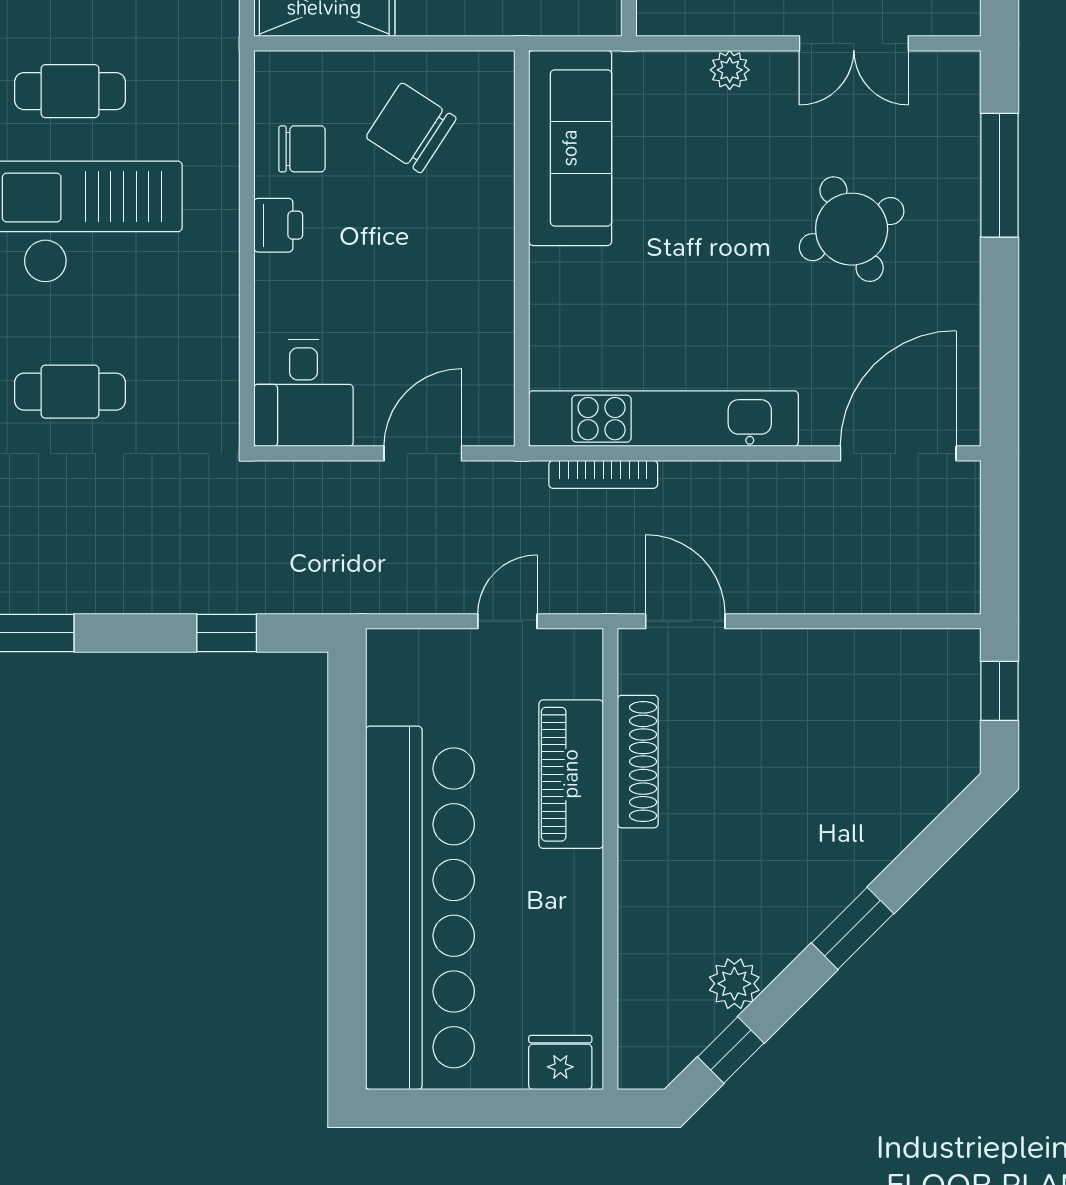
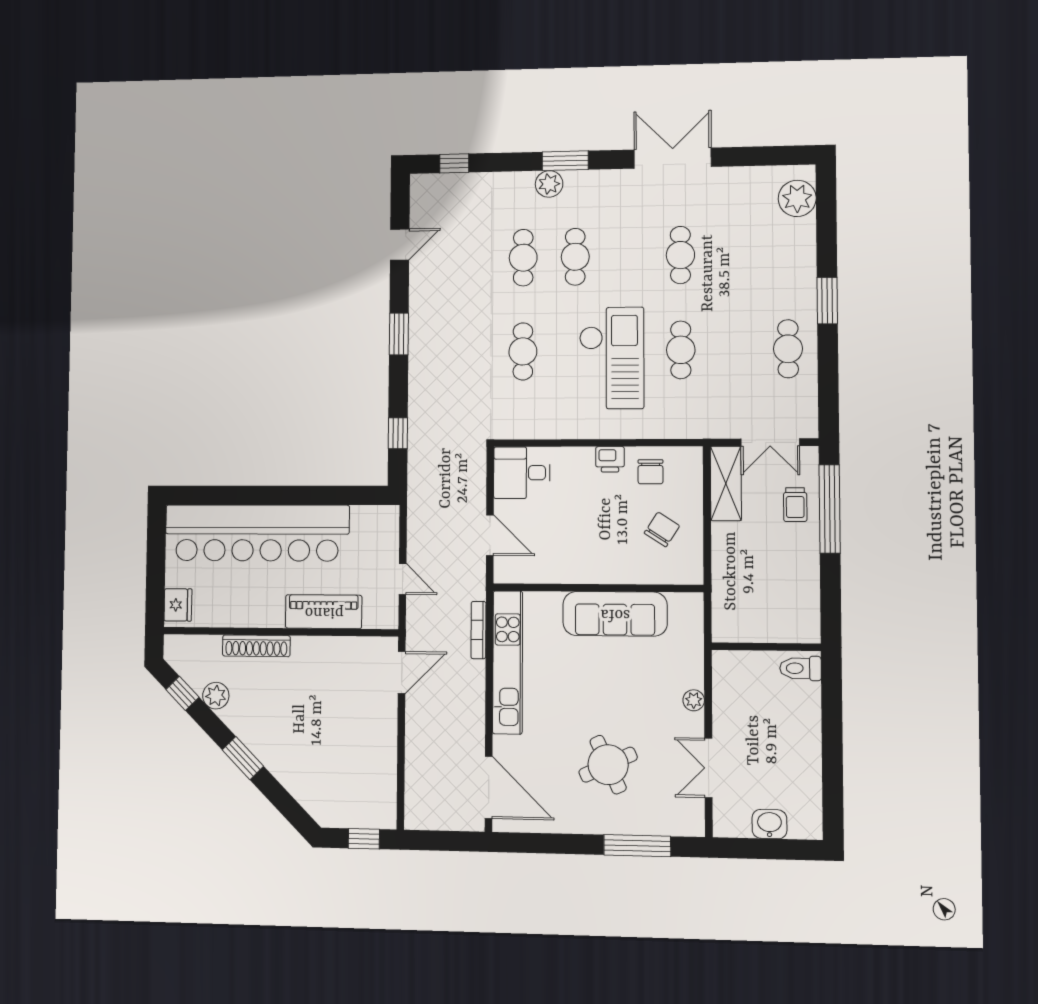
chair: (411, 128) -> (662, 529), width x0.73, depth x0.73
sofa: (570, 148) -> (615, 614), moved
shoe rack: (638, 762) -> (256, 646), moved

